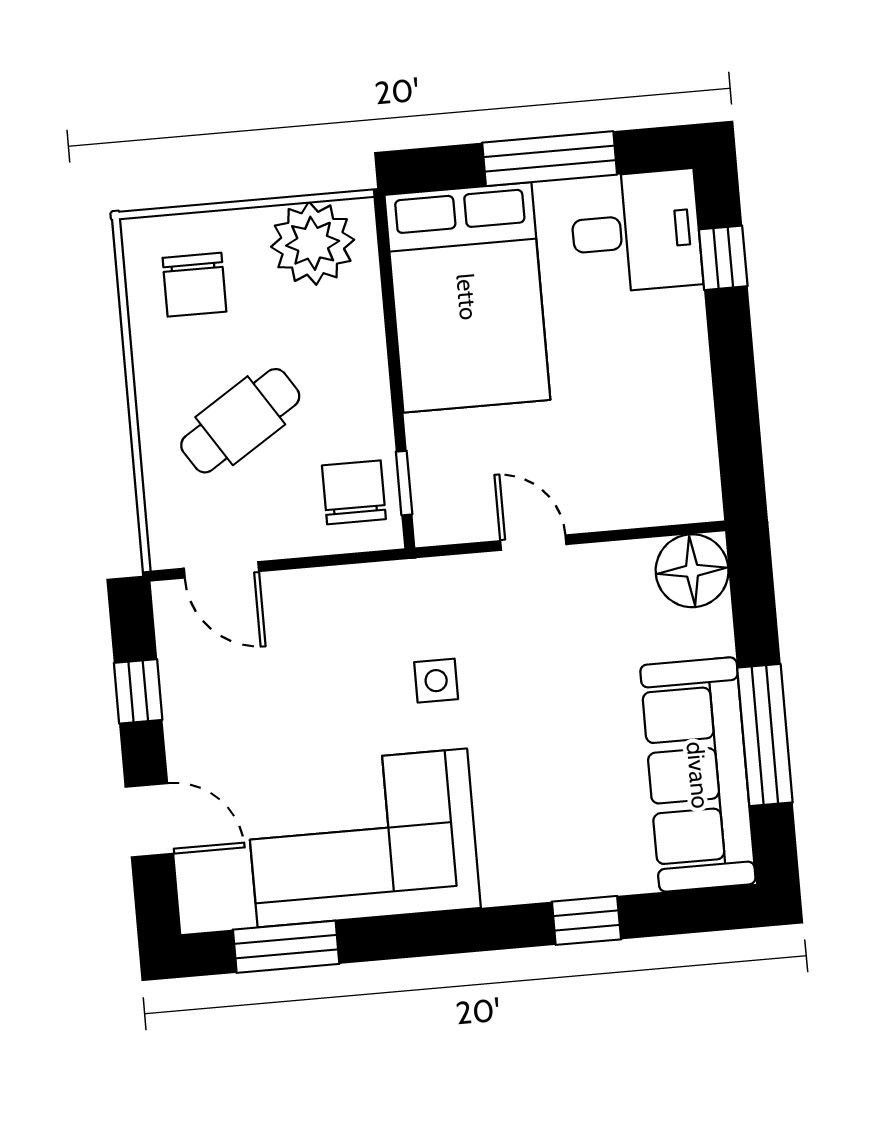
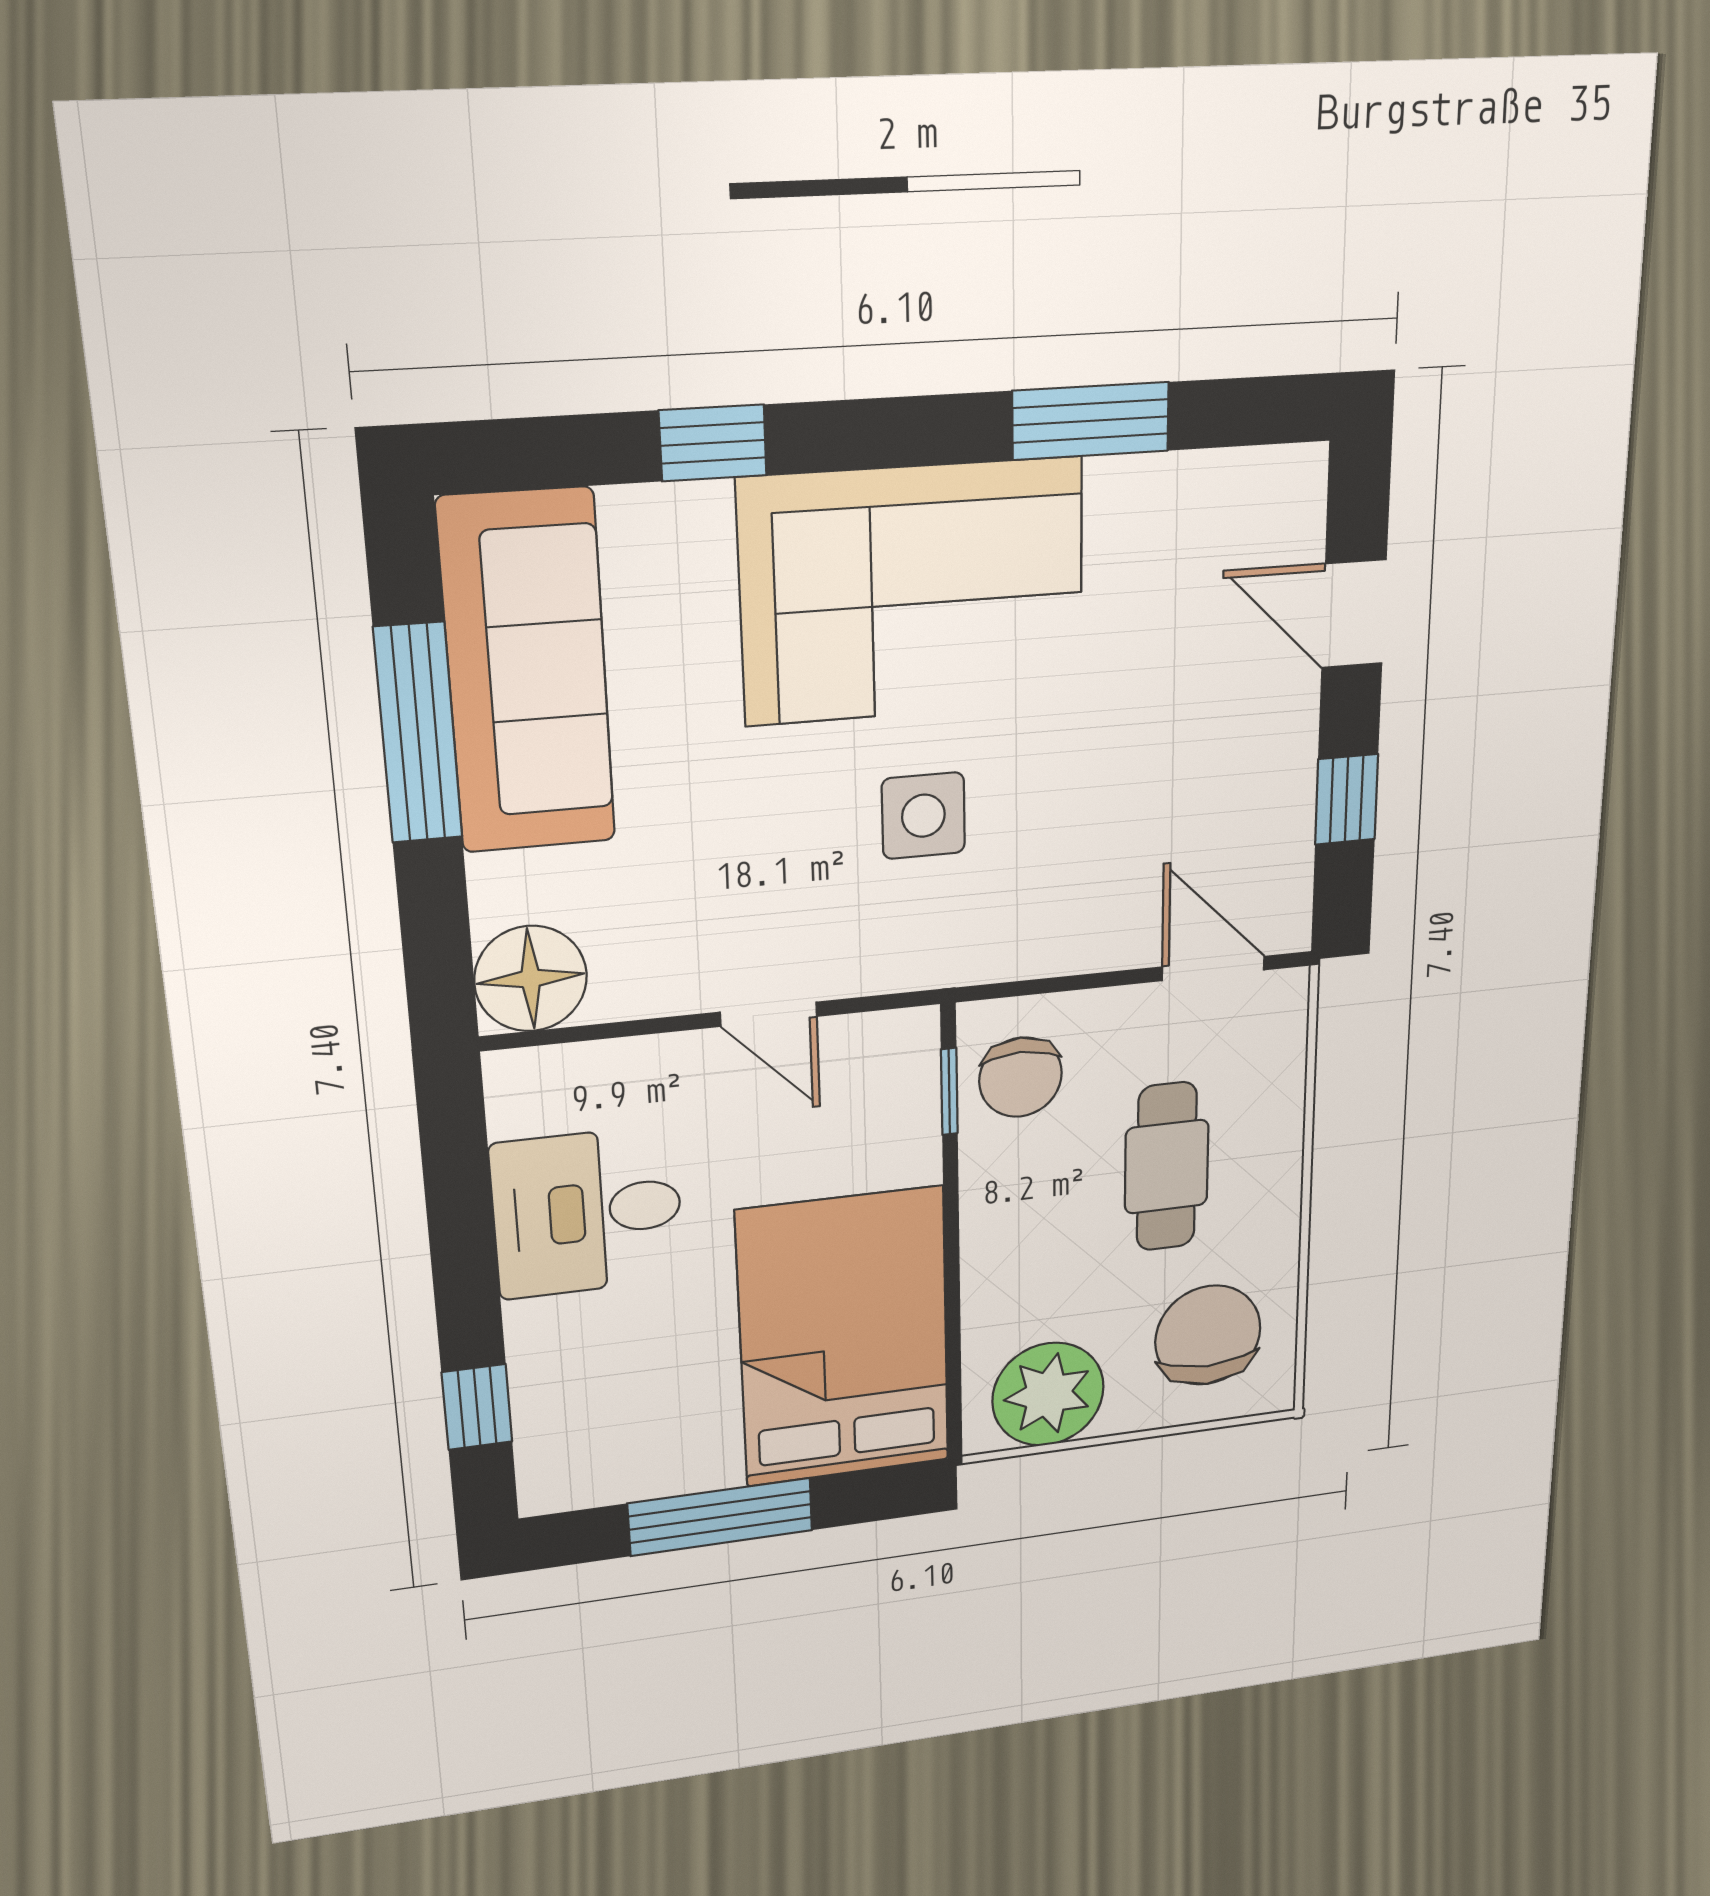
desk: (636, 231) -> (588, 1212), moved
chair: (194, 285) -> (1208, 1335), width x1.37, depth x1.37
cafe table: (240, 421) -> (1167, 1167), turned -57
side table: (436, 681) -> (923, 816), width x1.37, depth x1.37
corner sofa: (362, 838) -> (913, 592), moved
window: (286, 947) -> (1091, 421), moved

